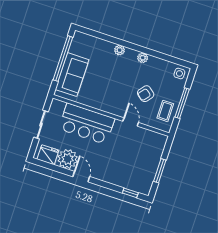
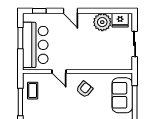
armchair: (146, 94) -> (84, 89), moved
bar counter: (87, 124) -> (35, 45), moved, turned 90
door: (81, 177) -> (71, 11), moved

